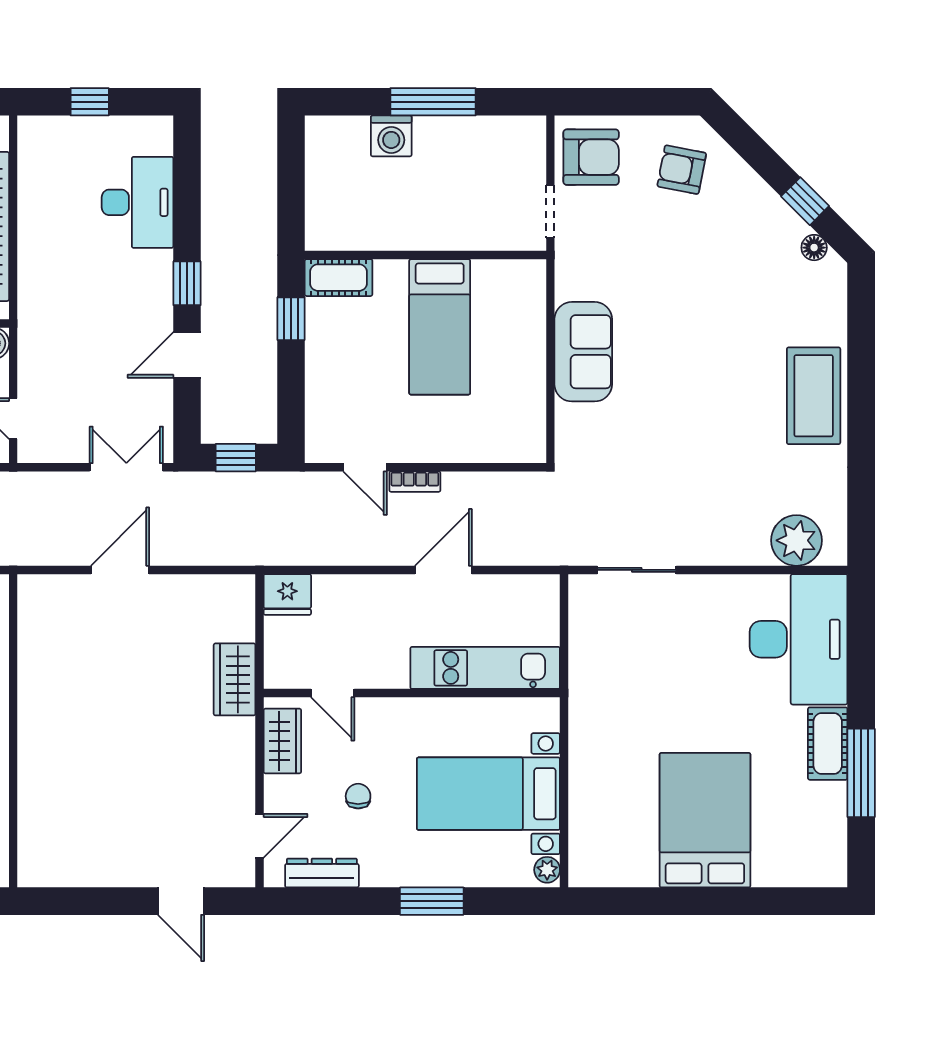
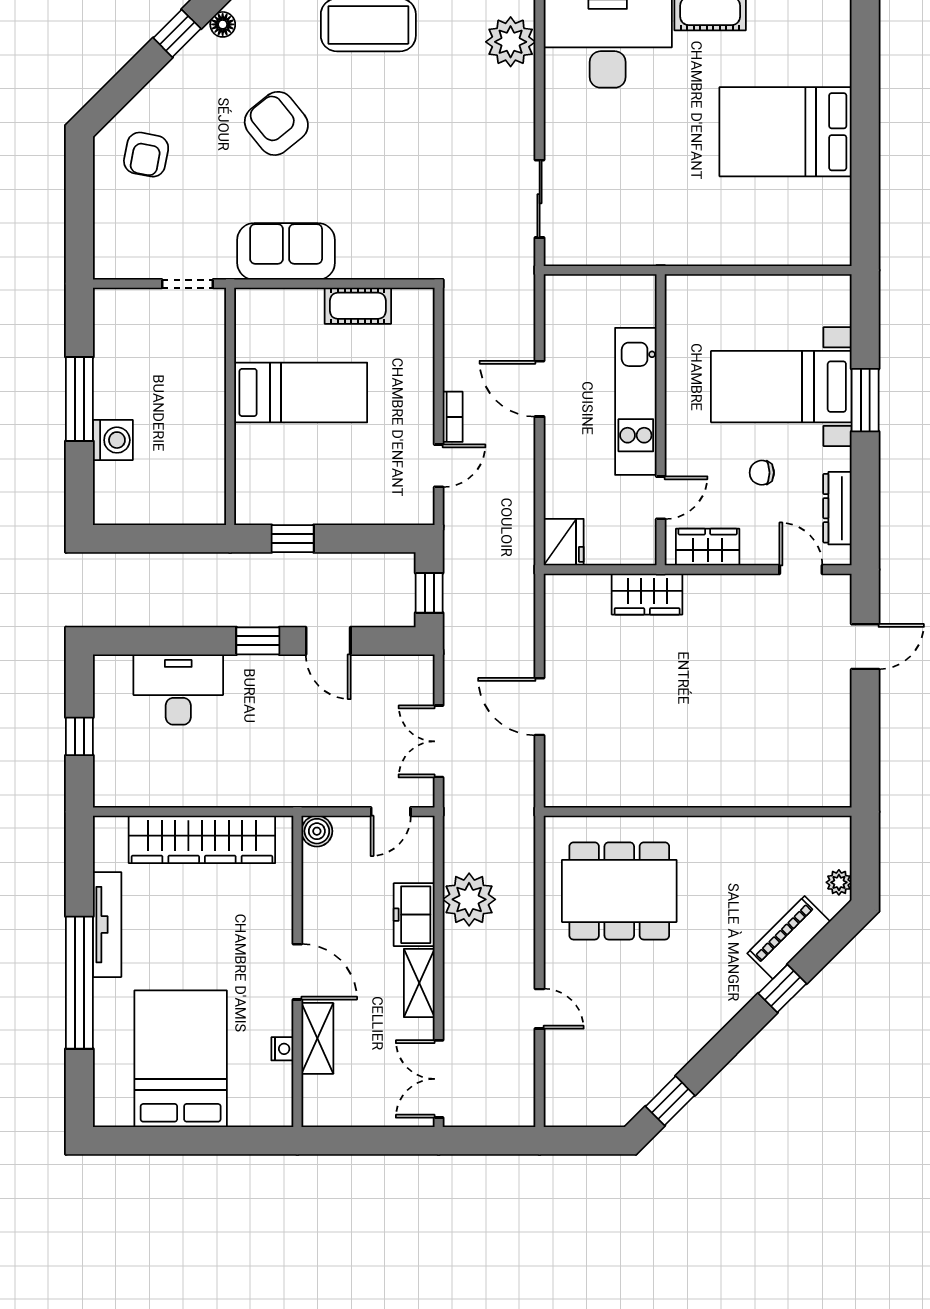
armchair: (591, 157) -> (276, 123), moved, turned -39
cot: (339, 278) -> (358, 306), moved, turned 90
sofa: (583, 352) -> (286, 251), moved
double door: (126, 467) -> (439, 741), moved
kitchen unit: (485, 668) -> (636, 401), moved
bed with nightstands: (488, 794) -> (781, 387), moved, turned 90
plant: (547, 870) -> (834, 287), removed

